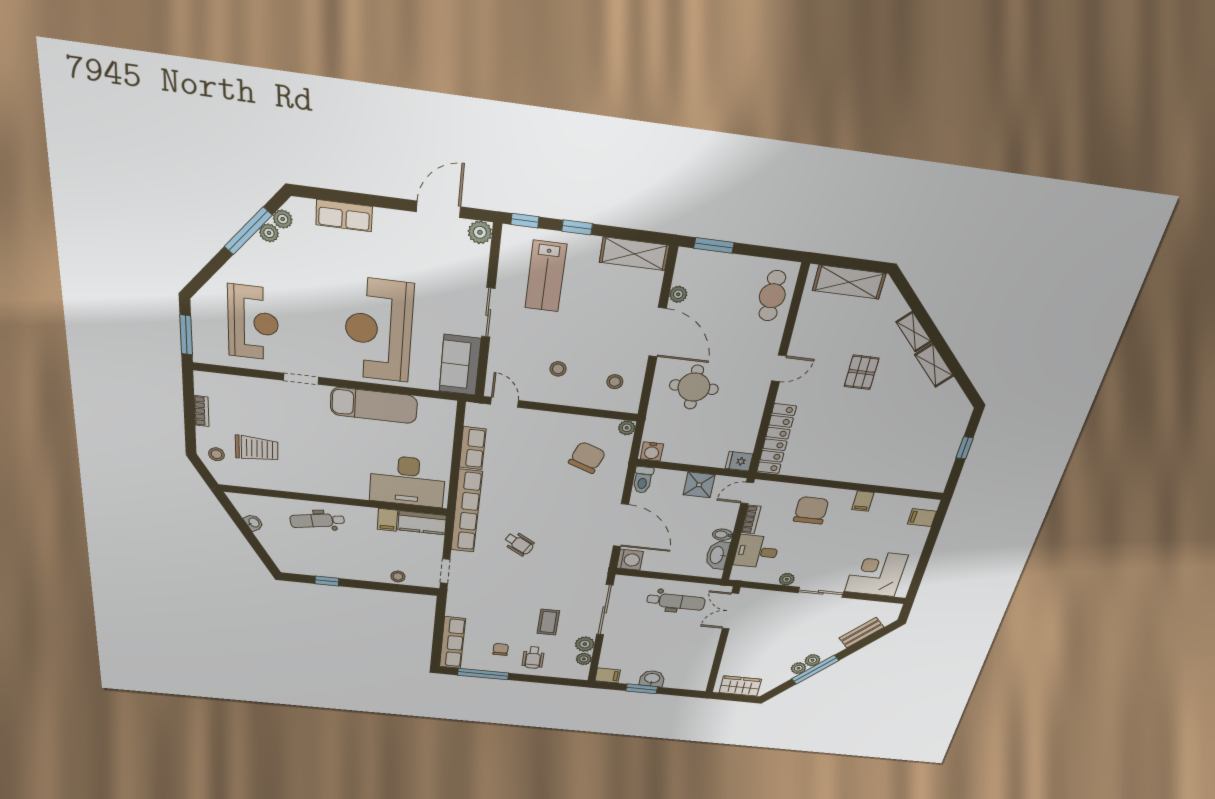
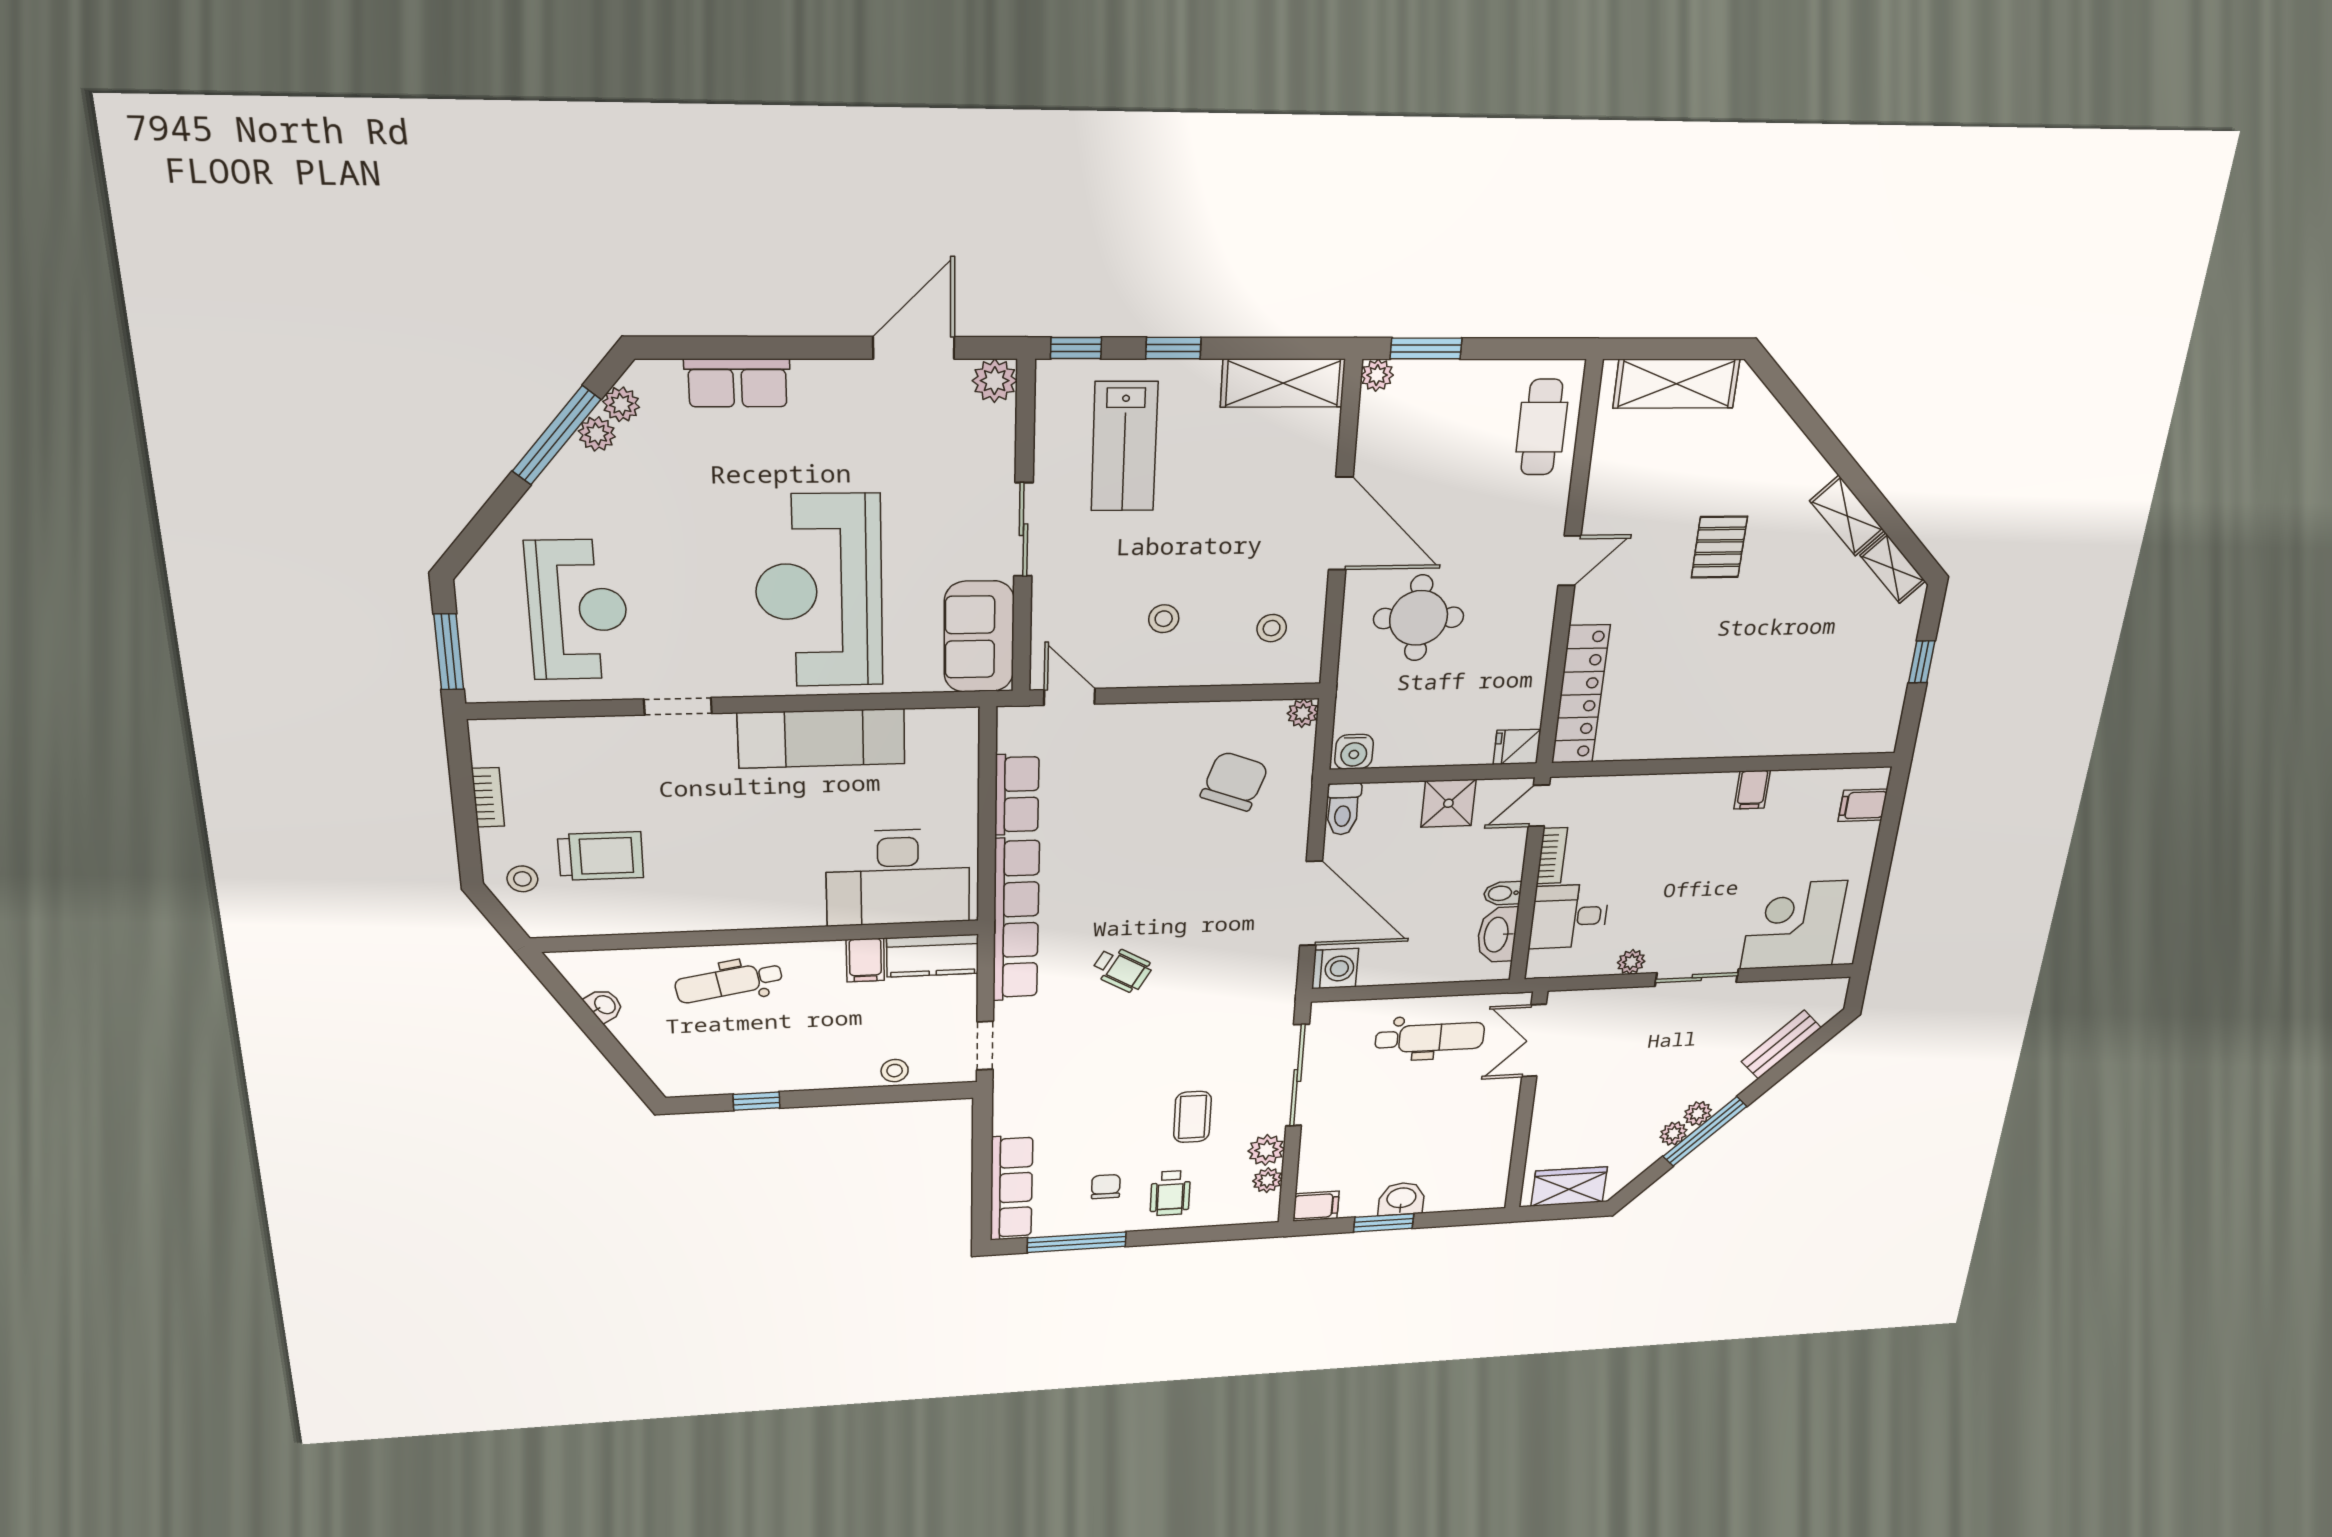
plant: (678, 294) -> (1377, 375), moved
shelving: (914, 332) -> (1893, 568), moved
chair: (811, 510) -> (1660, 822), removed

